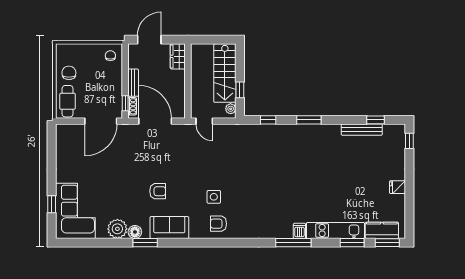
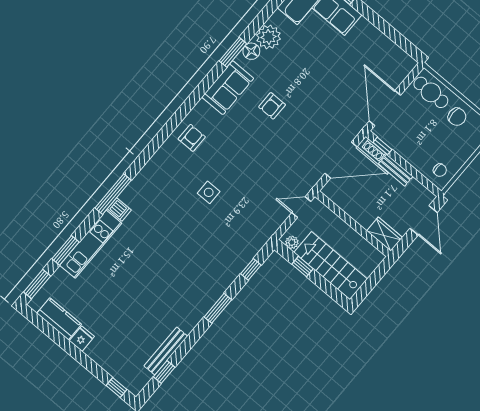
side table: (214, 197) -> (209, 192), moved
kitchen counter: (382, 230) -> (59, 319), moved, turned -90

